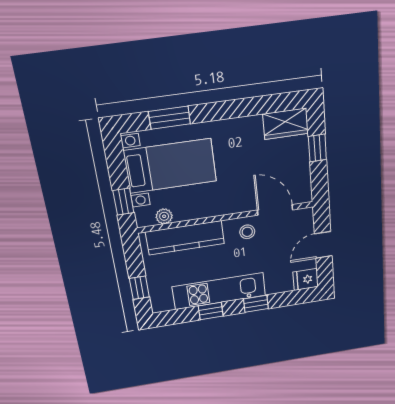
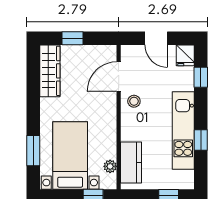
wardrobe: (286, 124) -> (50, 71), width x1.50
kitchen counter: (185, 238) -> (131, 163), width x0.67
window: (256, 304) -> (201, 77), moved

